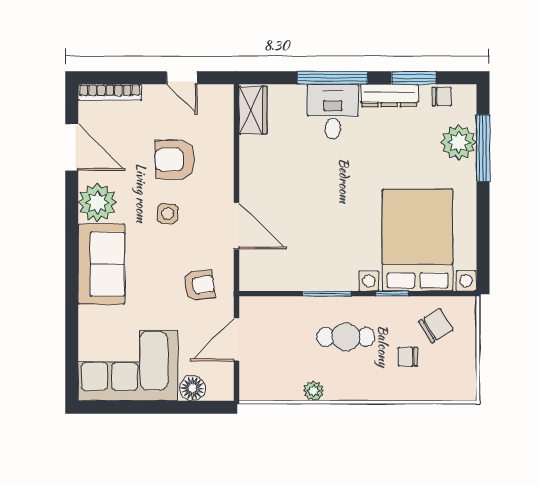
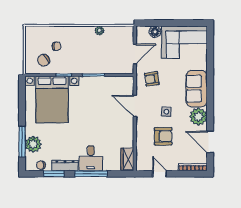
cafe table: (346, 337) -> (85, 55), removed

